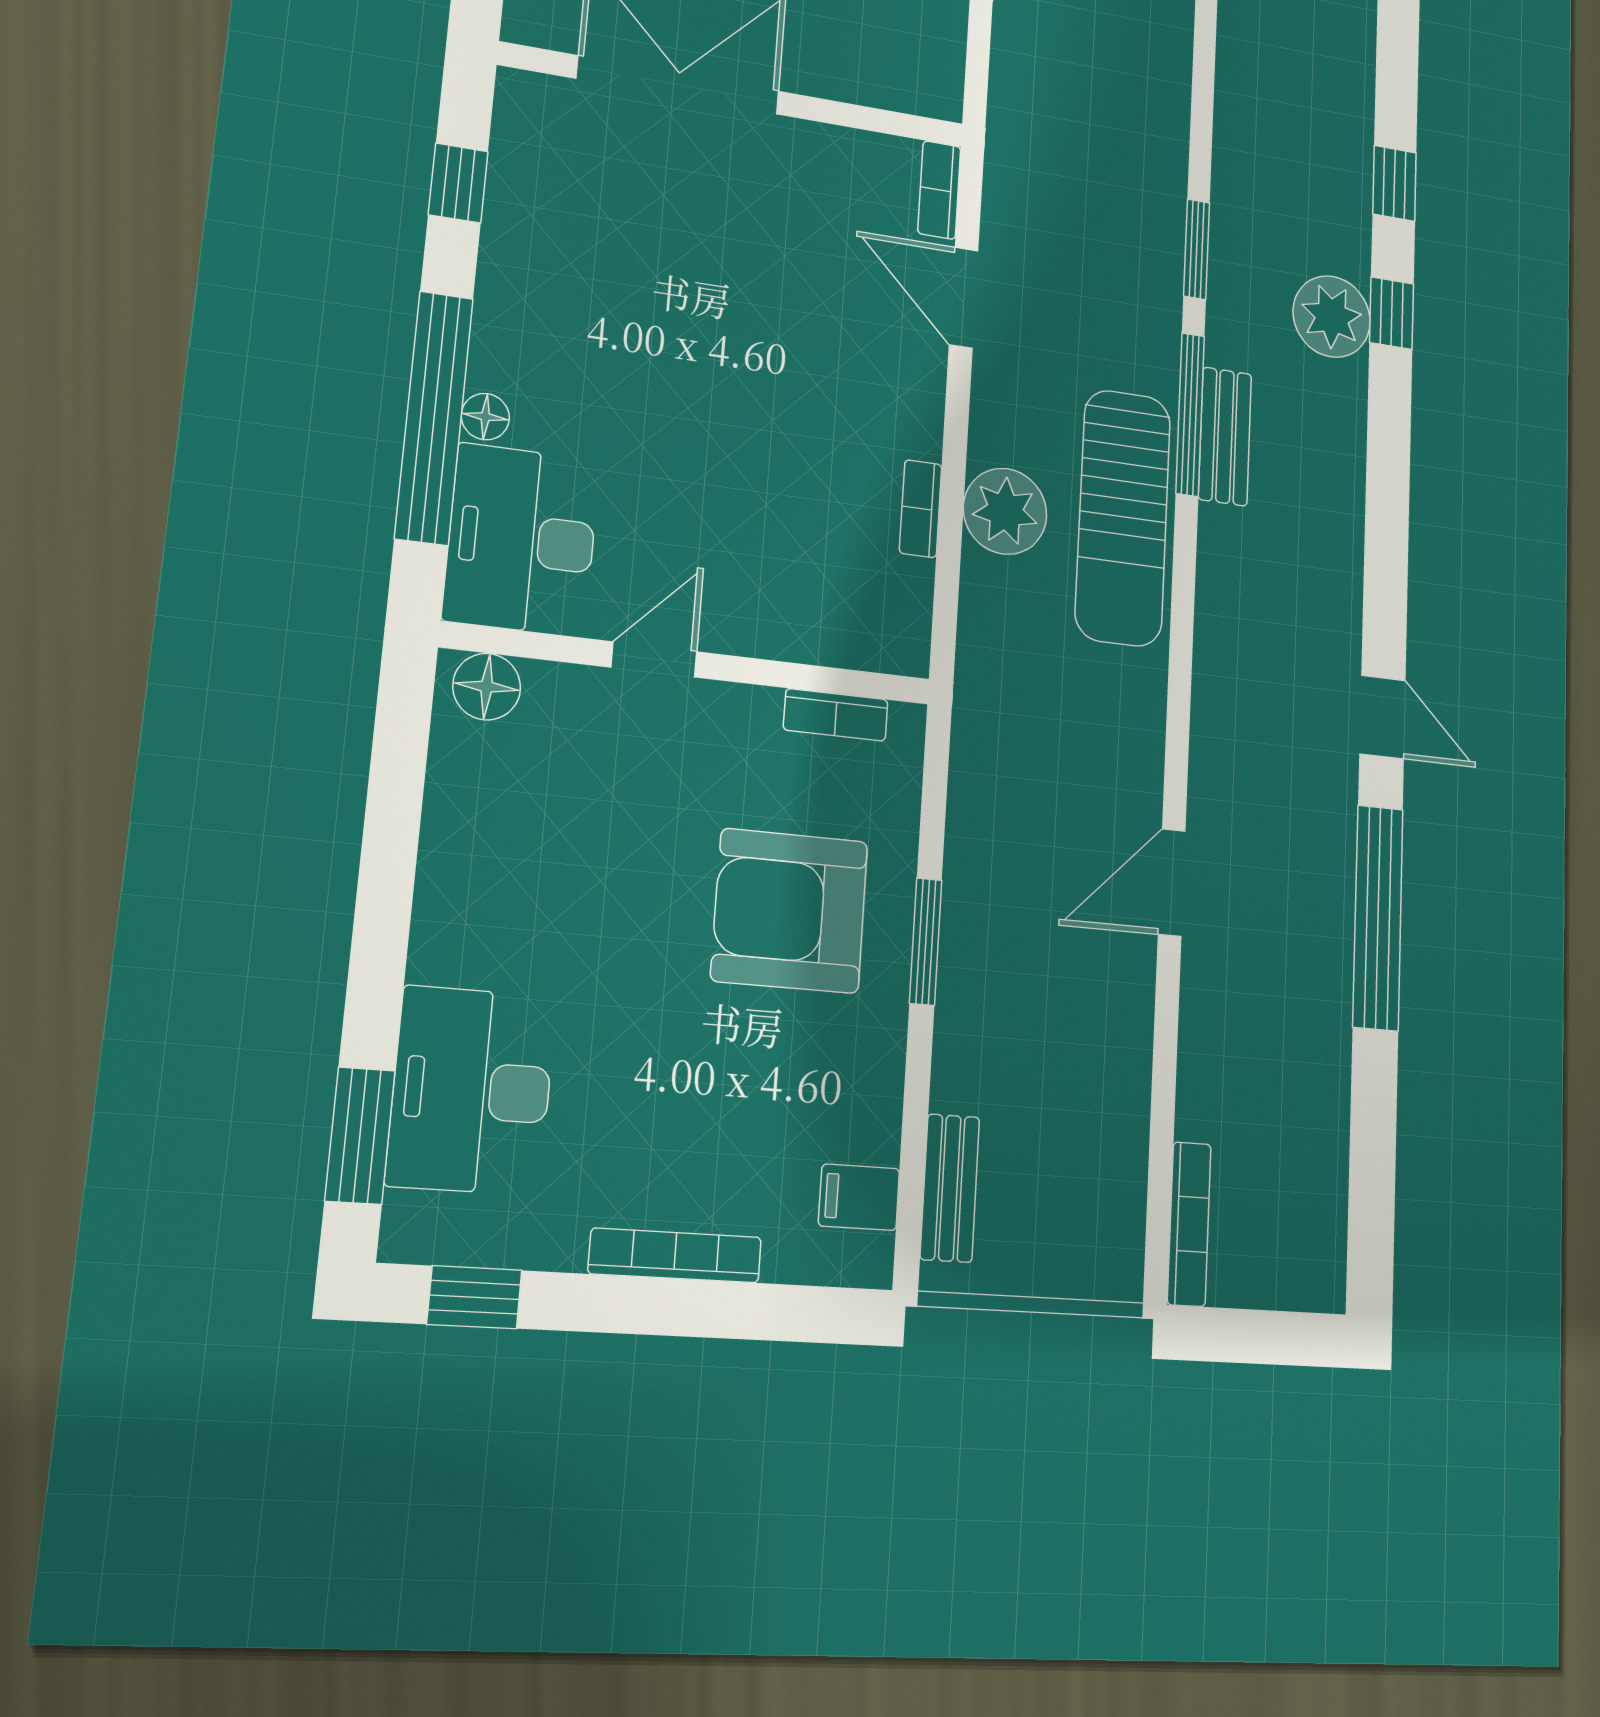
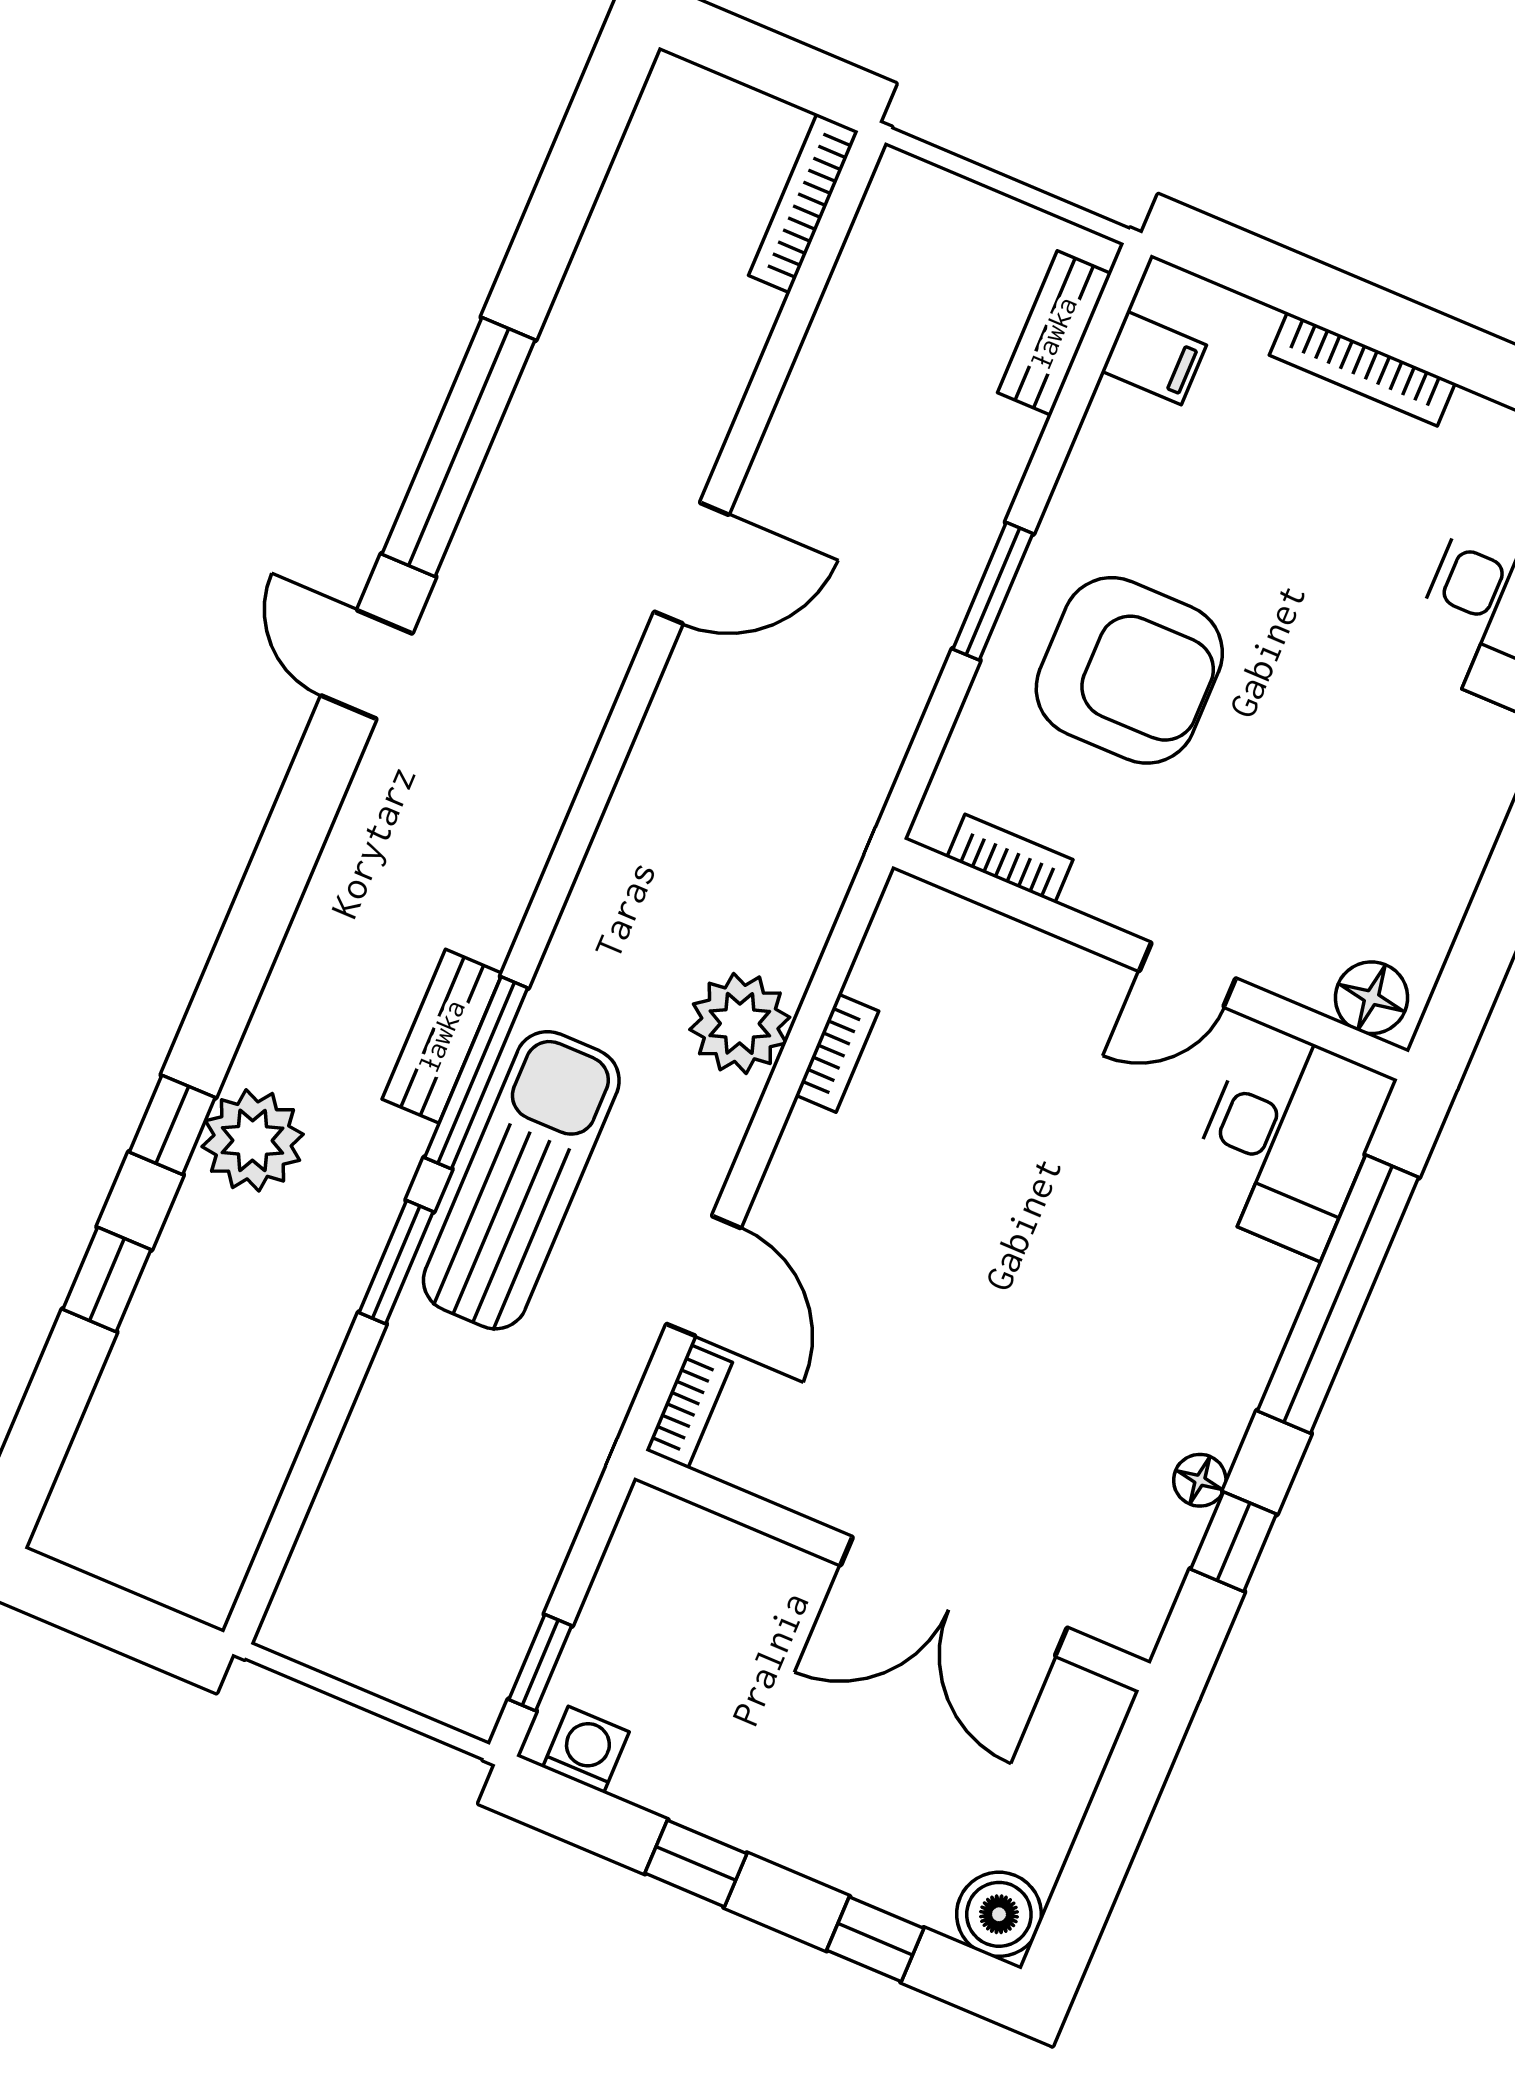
floor lamp: (485, 417) -> (1200, 1480), moved
sun lounger: (1123, 517) -> (521, 1180), moved

